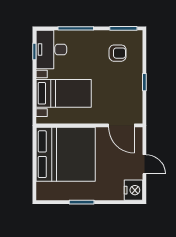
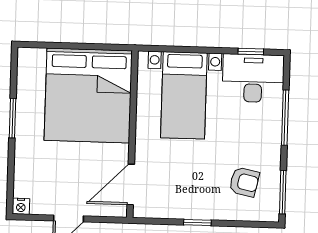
armchair: (118, 53) -> (244, 182), turned -78
nightstand: (133, 190) -> (21, 206), width x0.53, depth x0.56

